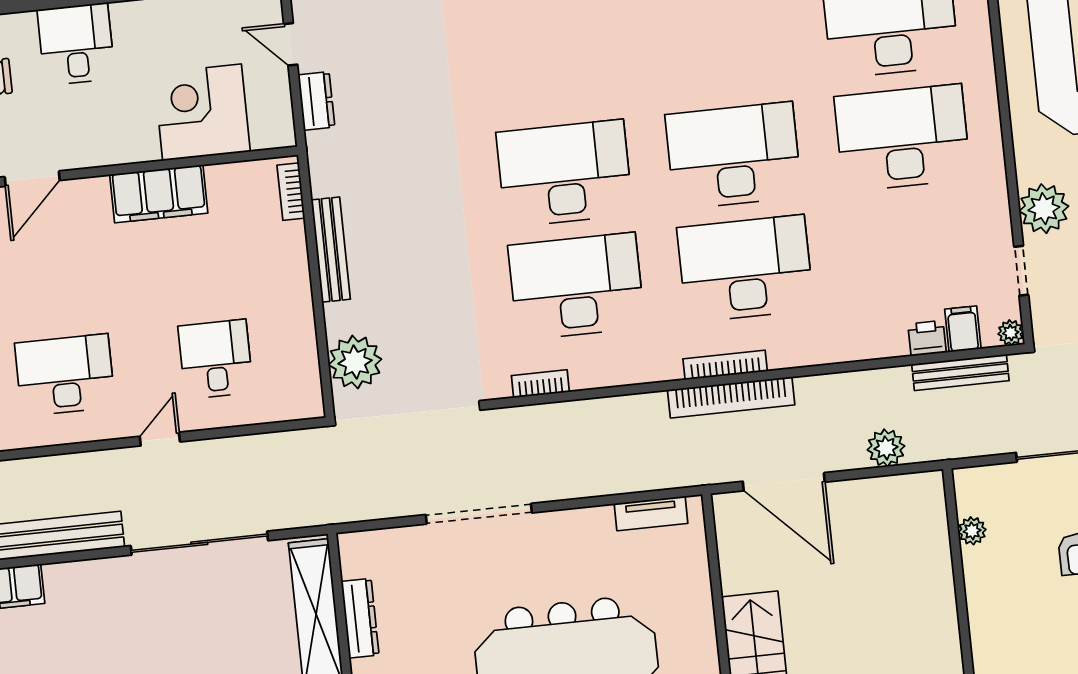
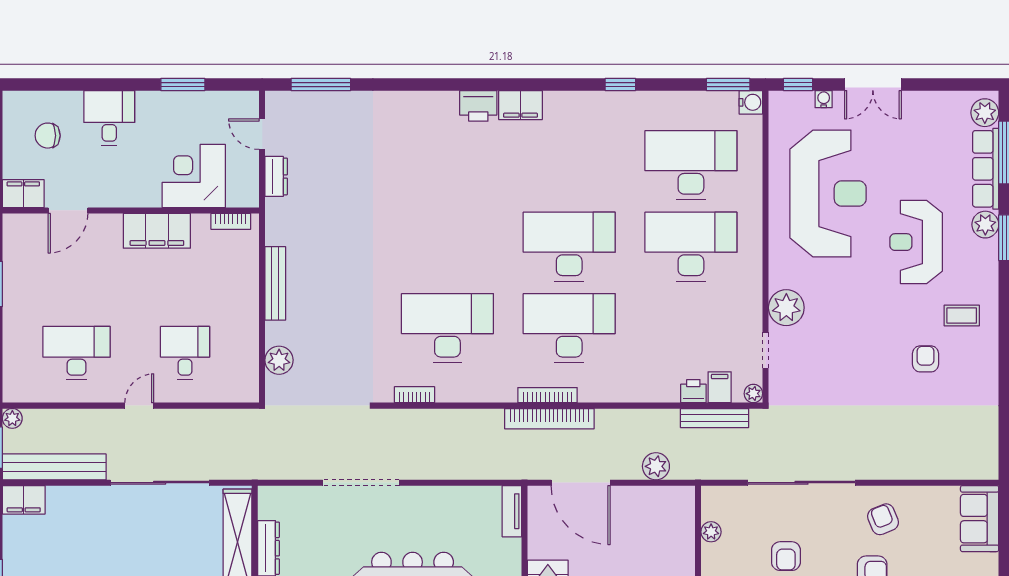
desk: (564, 173) -> (447, 247), removed
bookcase: (291, 192) -> (231, 221), moved, turned -90
plant: (355, 362) -> (279, 360), width x0.73, depth x0.73
tv unit: (651, 513) -> (512, 511), moved, turned 90

